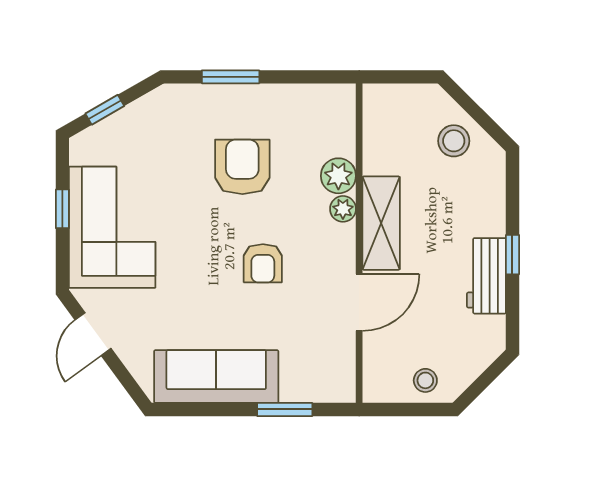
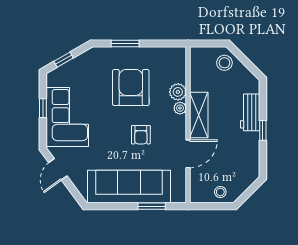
stool: (454, 141) -> (224, 63), moved
armchair: (242, 167) -> (131, 88), width x1.36, depth x1.36
workbench: (486, 276) -> (250, 112), moved
sofa: (216, 377) -> (129, 187), width x1.36, depth x1.27

